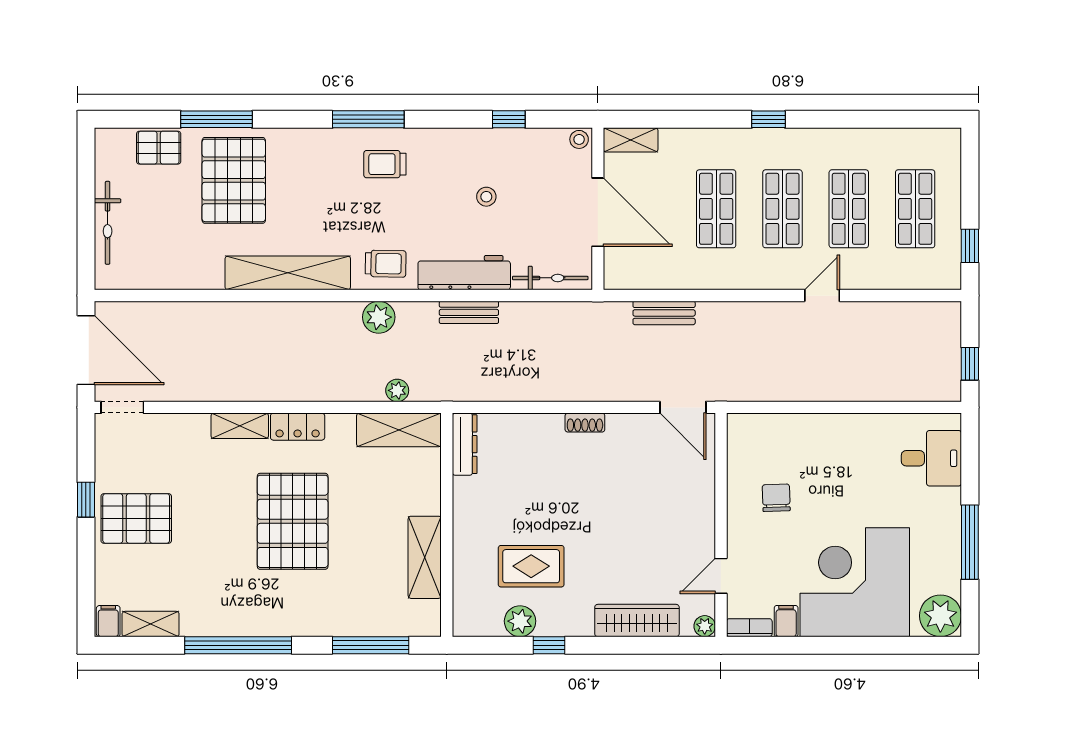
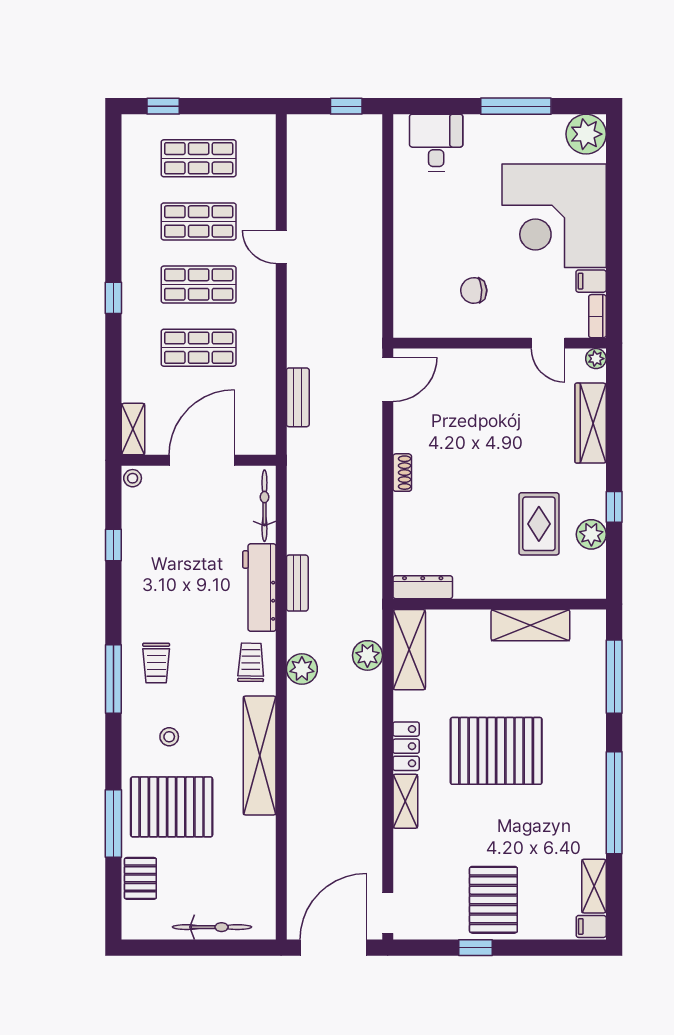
stool: (486, 197) -> (169, 737), moved
window: (970, 246) -> (163, 106), moved
plant: (397, 390) -> (367, 655), width x1.38, depth x1.38

